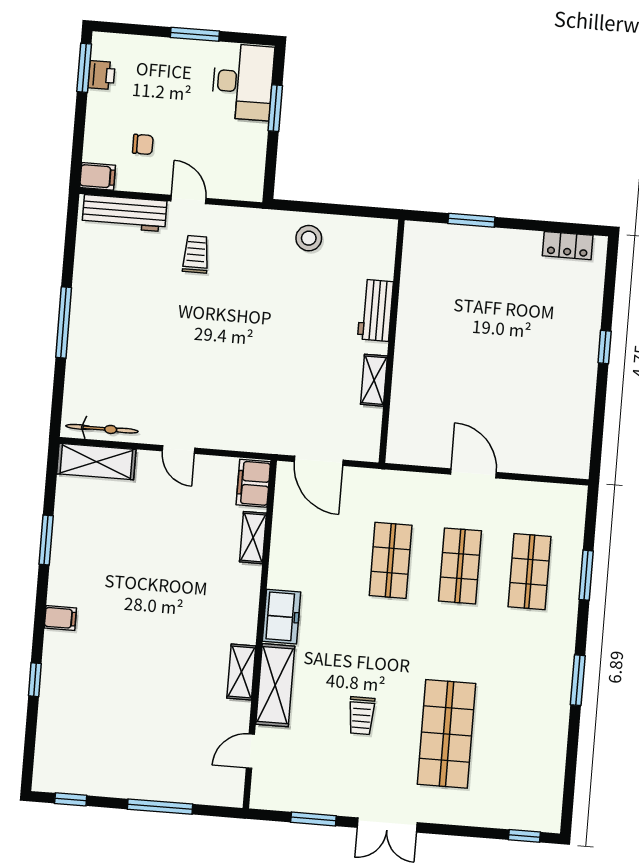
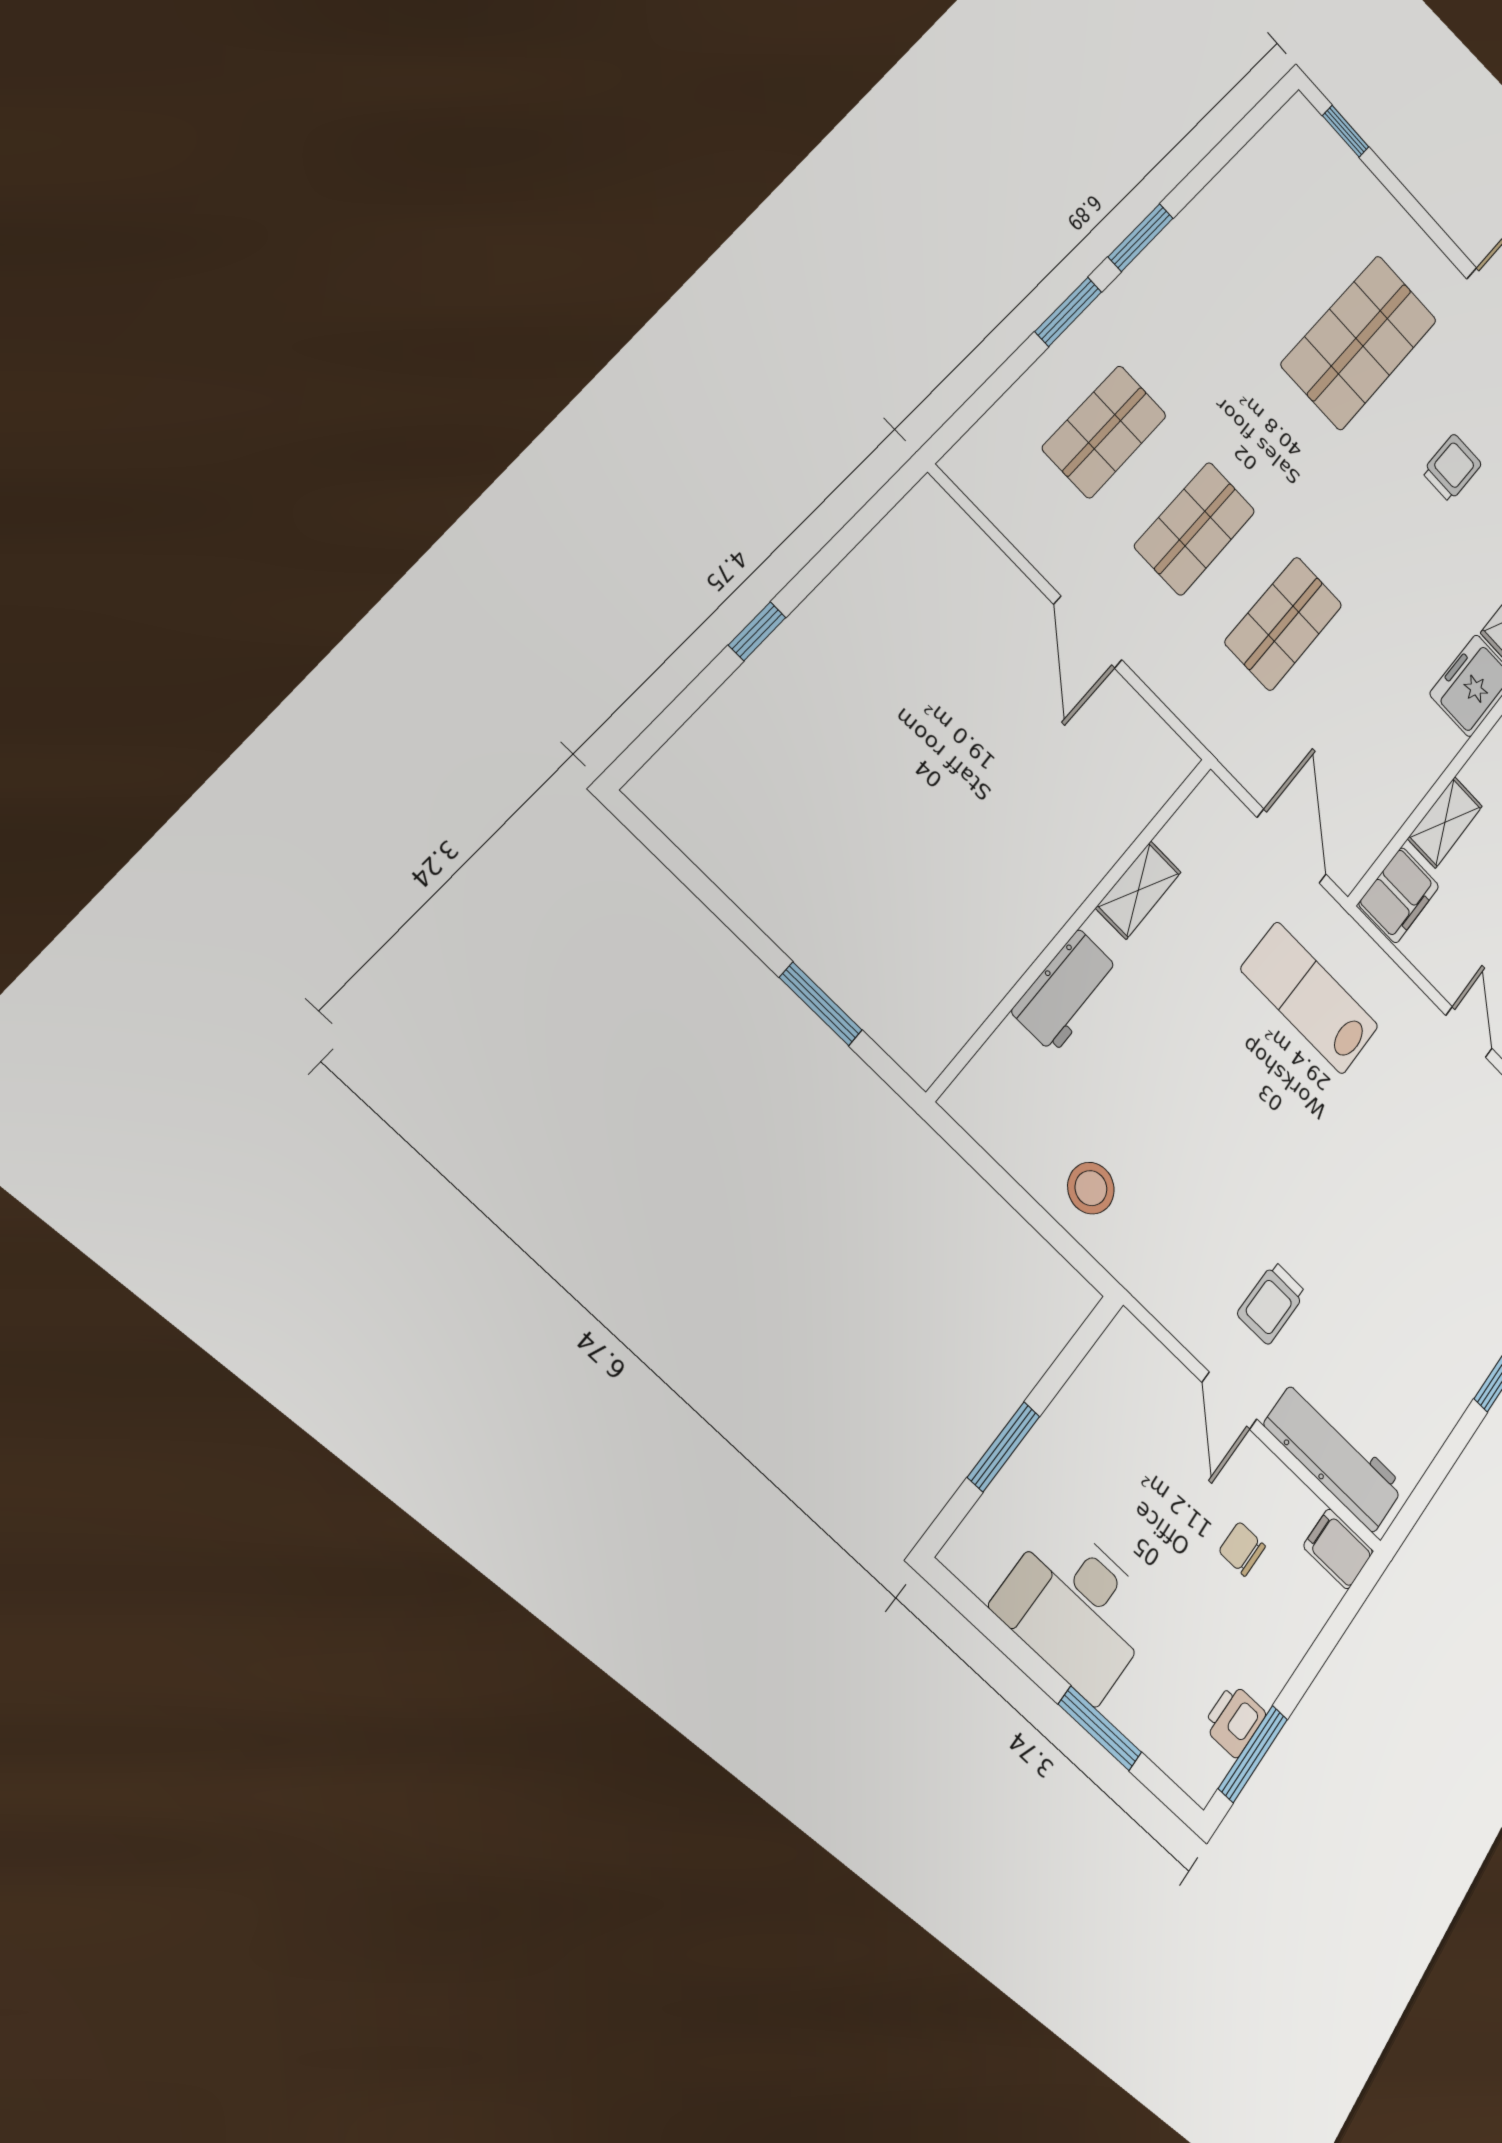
window: (195, 34) -> (1100, 1728), moved
desk: (243, 82) -> (1077, 1609), moved, turned -90
locker: (568, 246) -> (696, 833), removed
lab bench: (265, 400) -> (1310, 998), added
window: (586, 575) -> (1068, 312), moved

